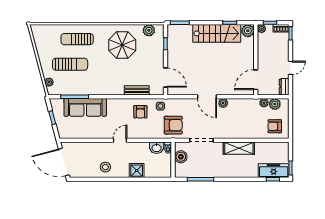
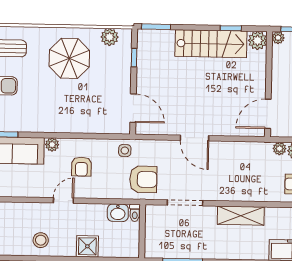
bench: (137, 90) -> (90, 127), removed
plant: (223, 103) -> (52, 145), moved
armchair: (140, 112) -> (81, 167), moved
boiler: (181, 157) -> (154, 227), removed

